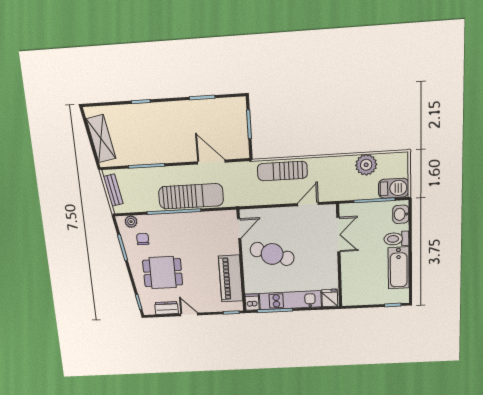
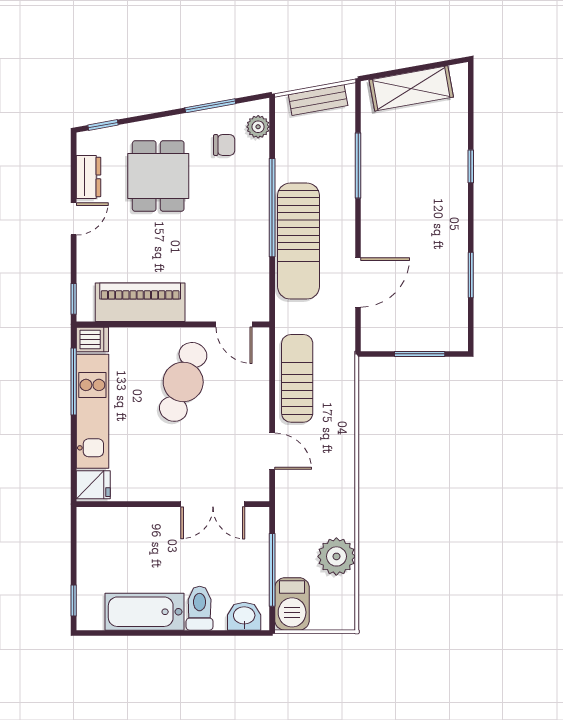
sun lounger: (282, 171) -> (297, 378), moved

